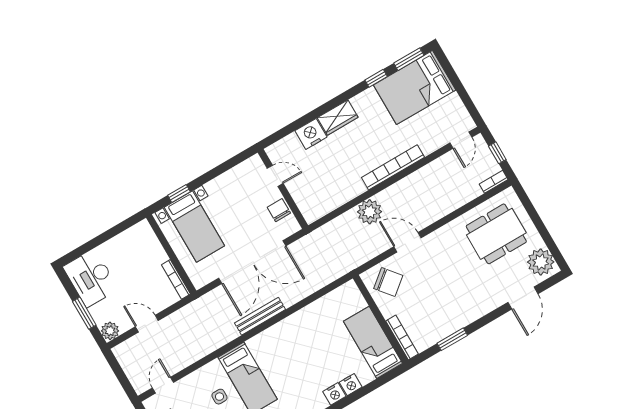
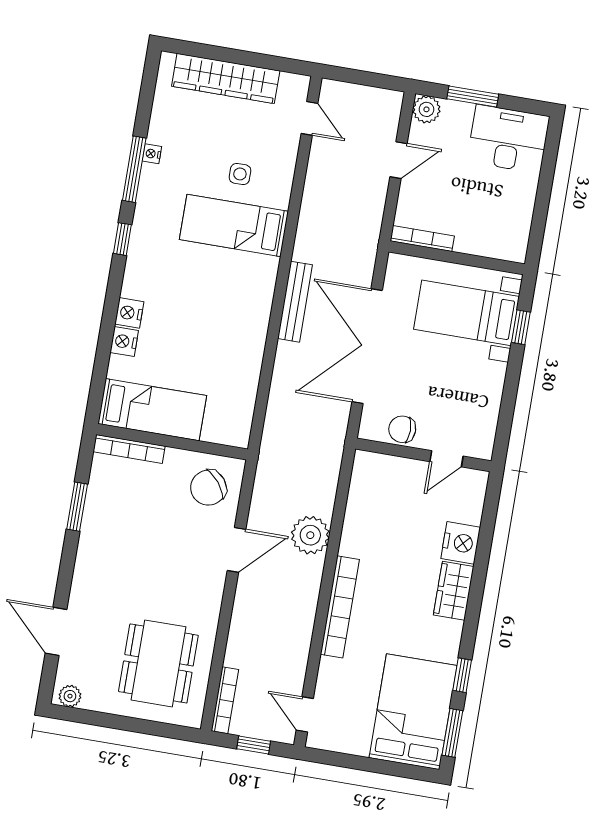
bookcase: (494, 182) -> (225, 700), width x1.56
chair: (279, 210) -> (402, 429), turned 180
plant: (541, 262) -> (70, 696), width x0.53, depth x0.53

